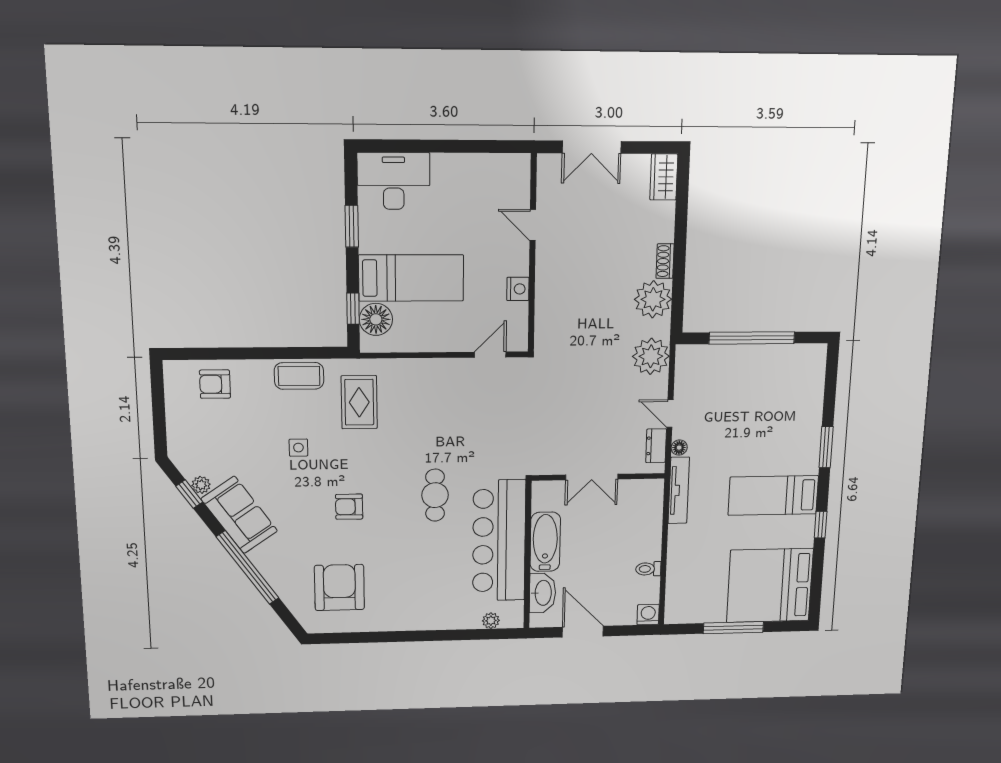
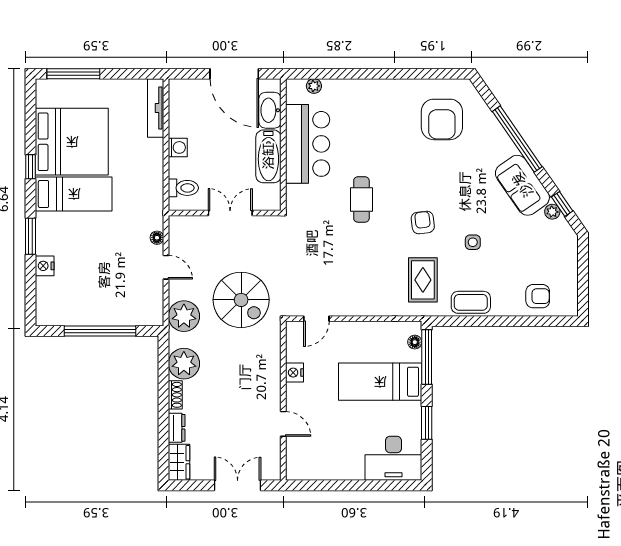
window: (353, 309) -> (427, 357), width x2.17
floor lamp: (376, 319) -> (415, 342), width x0.53, depth x0.53
spiral stairs: (581, 376) -> (241, 300), added
nightstand: (812, 413) -> (45, 266), added
dresser: (656, 446) -> (177, 428), moved
tv unit: (679, 490) -> (156, 108), moved
armchair: (349, 507) -> (423, 222), moved, turned -97
bar counter: (499, 541) -> (308, 144), width x0.73
toilet: (648, 569) -> (183, 188), moved, width x1.37, depth x1.39
bed: (770, 586) -> (72, 142), moved
washing machine: (648, 615) -> (178, 147), moved, turned -90
window: (733, 628) -> (73, 74), moved
door: (583, 632) -> (234, 74), width x1.36

